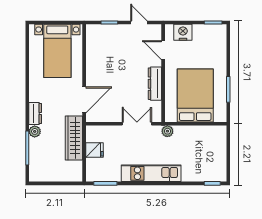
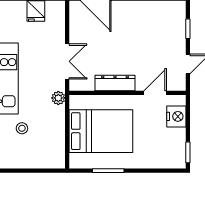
stool: (193, 162) -> (22, 128), added

